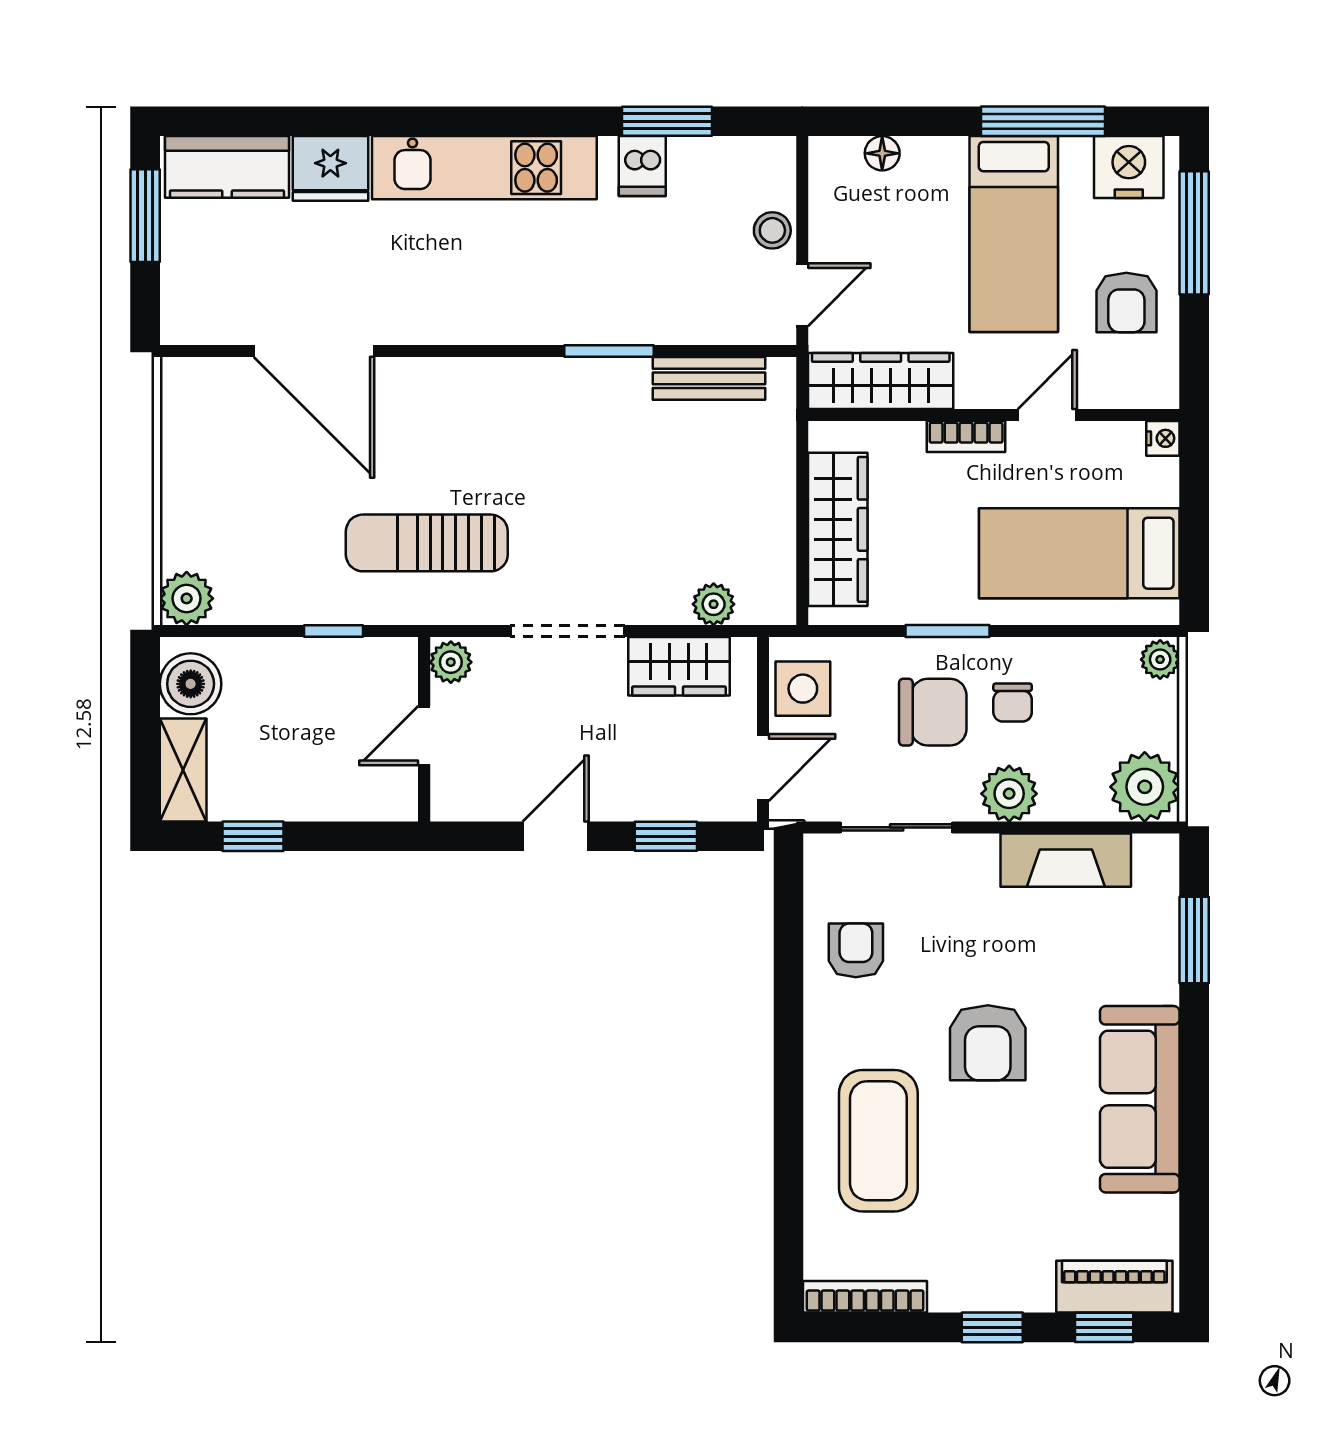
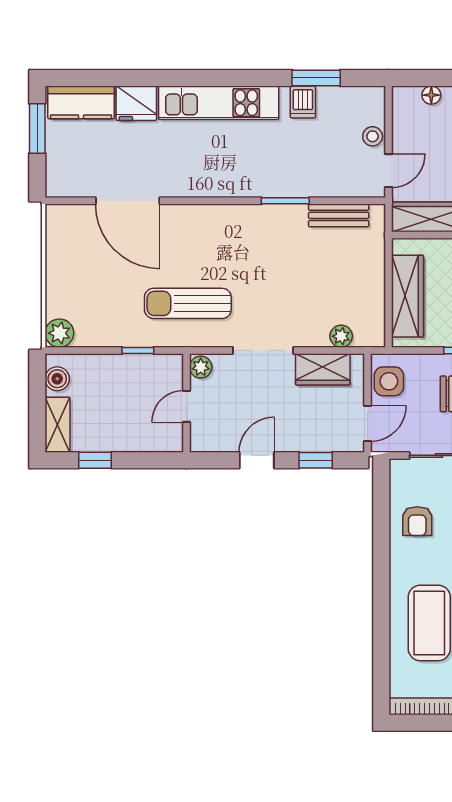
boiler: (191, 684) -> (57, 379), width x0.73, depth x0.73
armchair: (856, 950) -> (417, 521), turned 180

